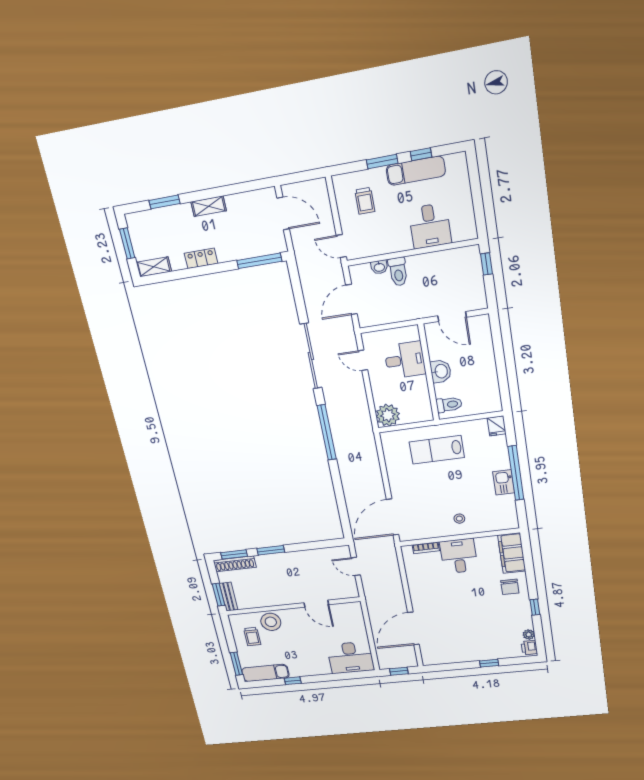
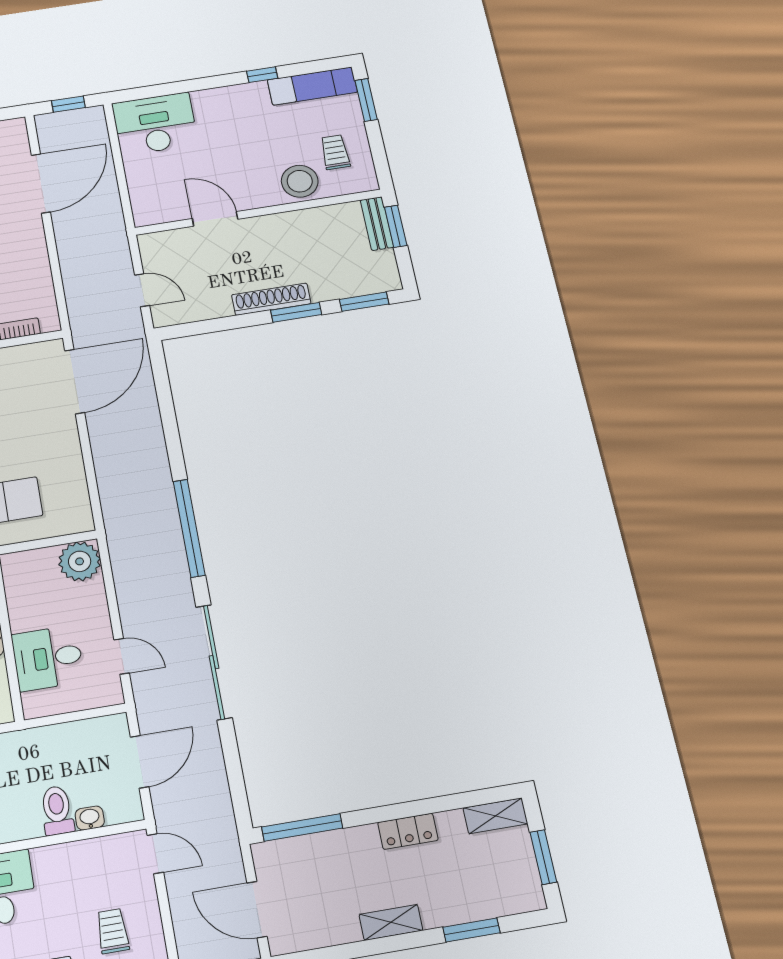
shoe rack: (235, 564) -> (271, 299), moved

